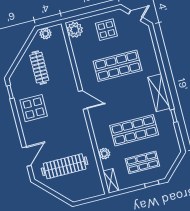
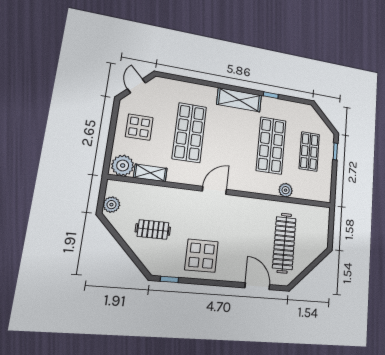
clothes rail: (39, 68) -> (153, 230), width x0.73
shelving: (111, 181) -> (150, 173), moved

